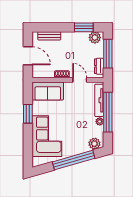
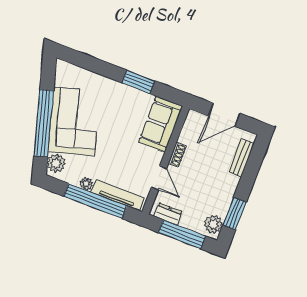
door: (80, 80) -> (159, 178), hinge flipped
corner sofa: (47, 136) -> (74, 121), moved, turned -106

